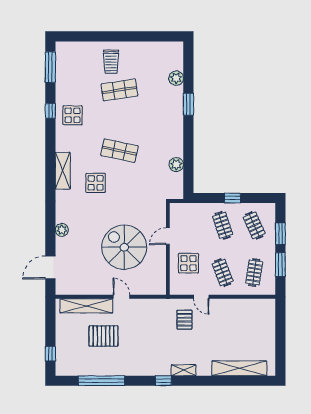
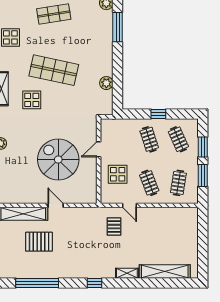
window: (188, 104) -> (118, 27), width x1.44
shop shelf: (119, 151) -> (54, 70), width x1.43, depth x1.36
shelving: (184, 370) -> (127, 273), moved

